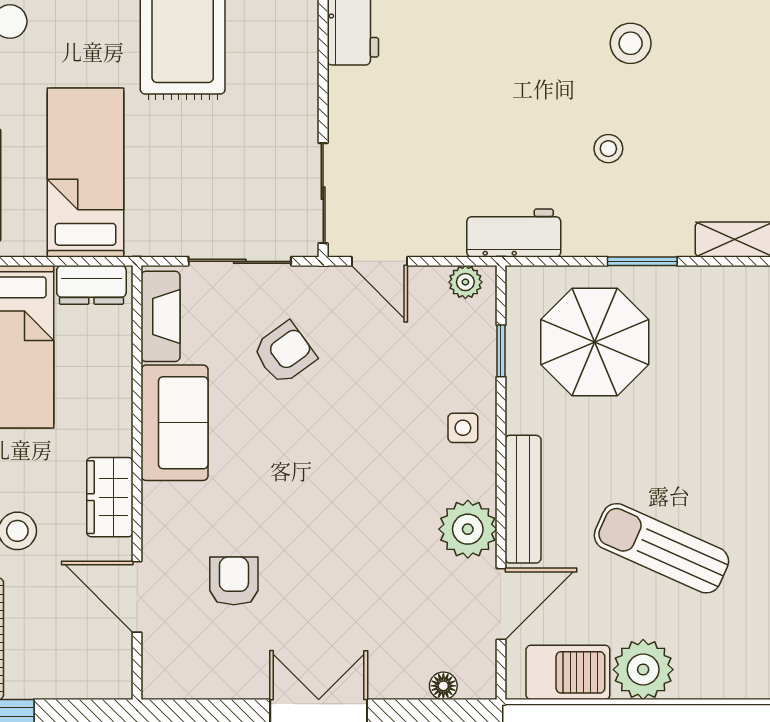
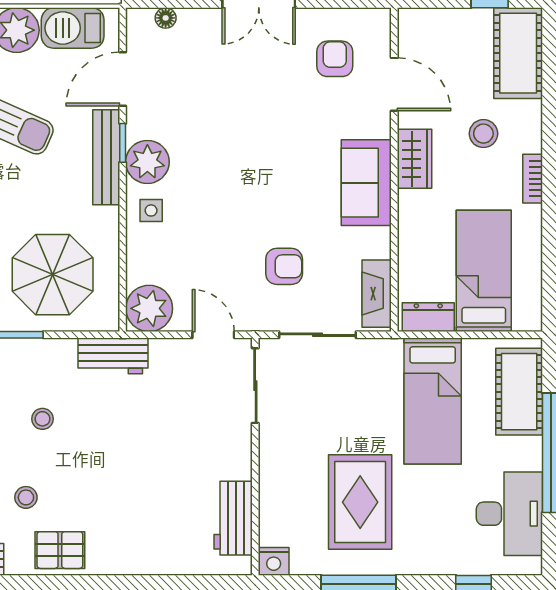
stool: (631, 43) -> (26, 497), width x0.73, depth x0.73
plant: (465, 282) -> (149, 308), width x1.88, depth x1.88
window: (501, 351) -> (123, 143), moved
armchair: (285, 353) -> (284, 266), turned -144
sofa: (175, 423) -> (366, 183), moved
plant: (468, 529) -> (147, 162), moved
armchair: (234, 581) -> (335, 59), moved, turned 180

